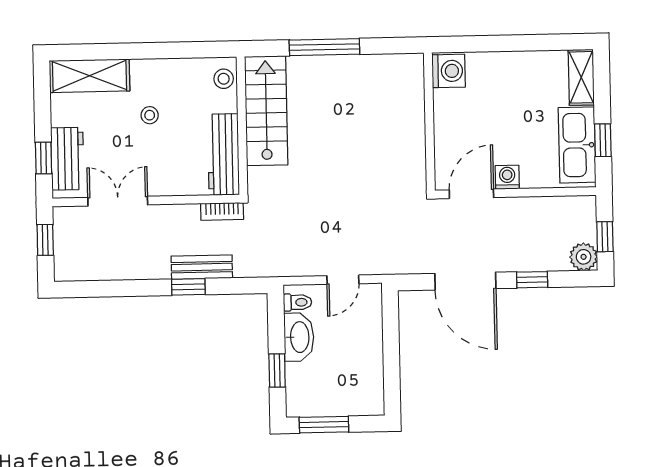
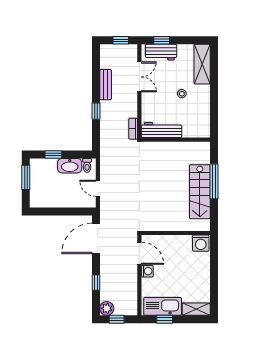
stool: (224, 79) -> (199, 131), removed
stairs: (266, 111) -> (200, 192), moved, turned 90
bench: (202, 267) -> (106, 85), moved
door: (465, 281) -> (96, 238), moved

